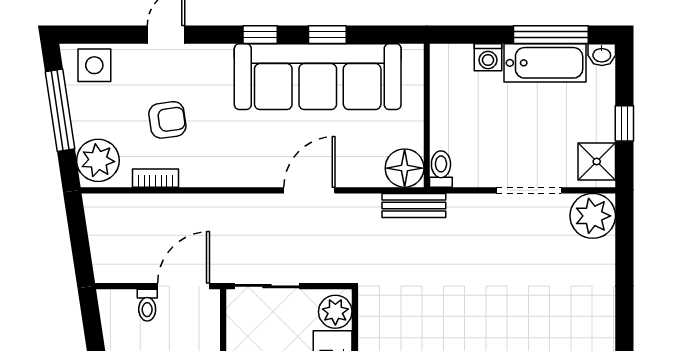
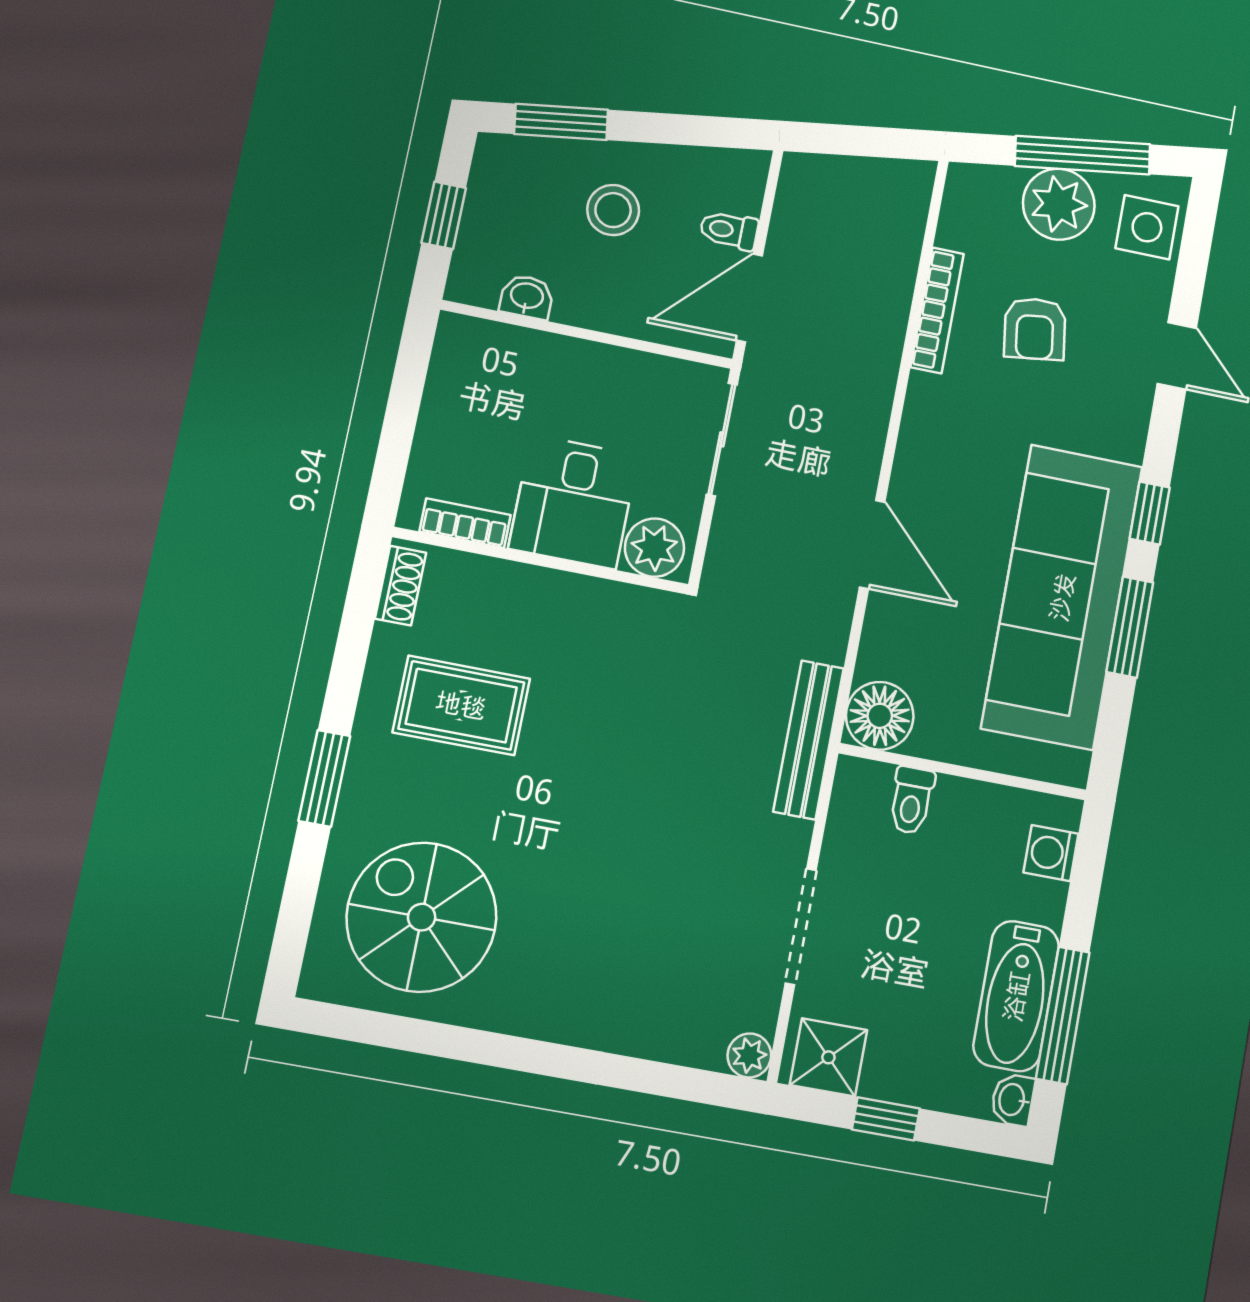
window: (327, 35) -> (1130, 627), width x1.50
washing machine: (488, 57) -> (1051, 853), moved
plant: (98, 160) -> (1059, 204), moved
toilet: (441, 169) -> (912, 800), moved, turned 90
bookcase: (156, 178) -> (937, 310), width x1.56
bench: (414, 205) -> (809, 740), width x1.36
plant: (593, 216) -> (749, 1055), width x0.53, depth x0.53
door: (184, 286) -> (749, 298), swing flipped

